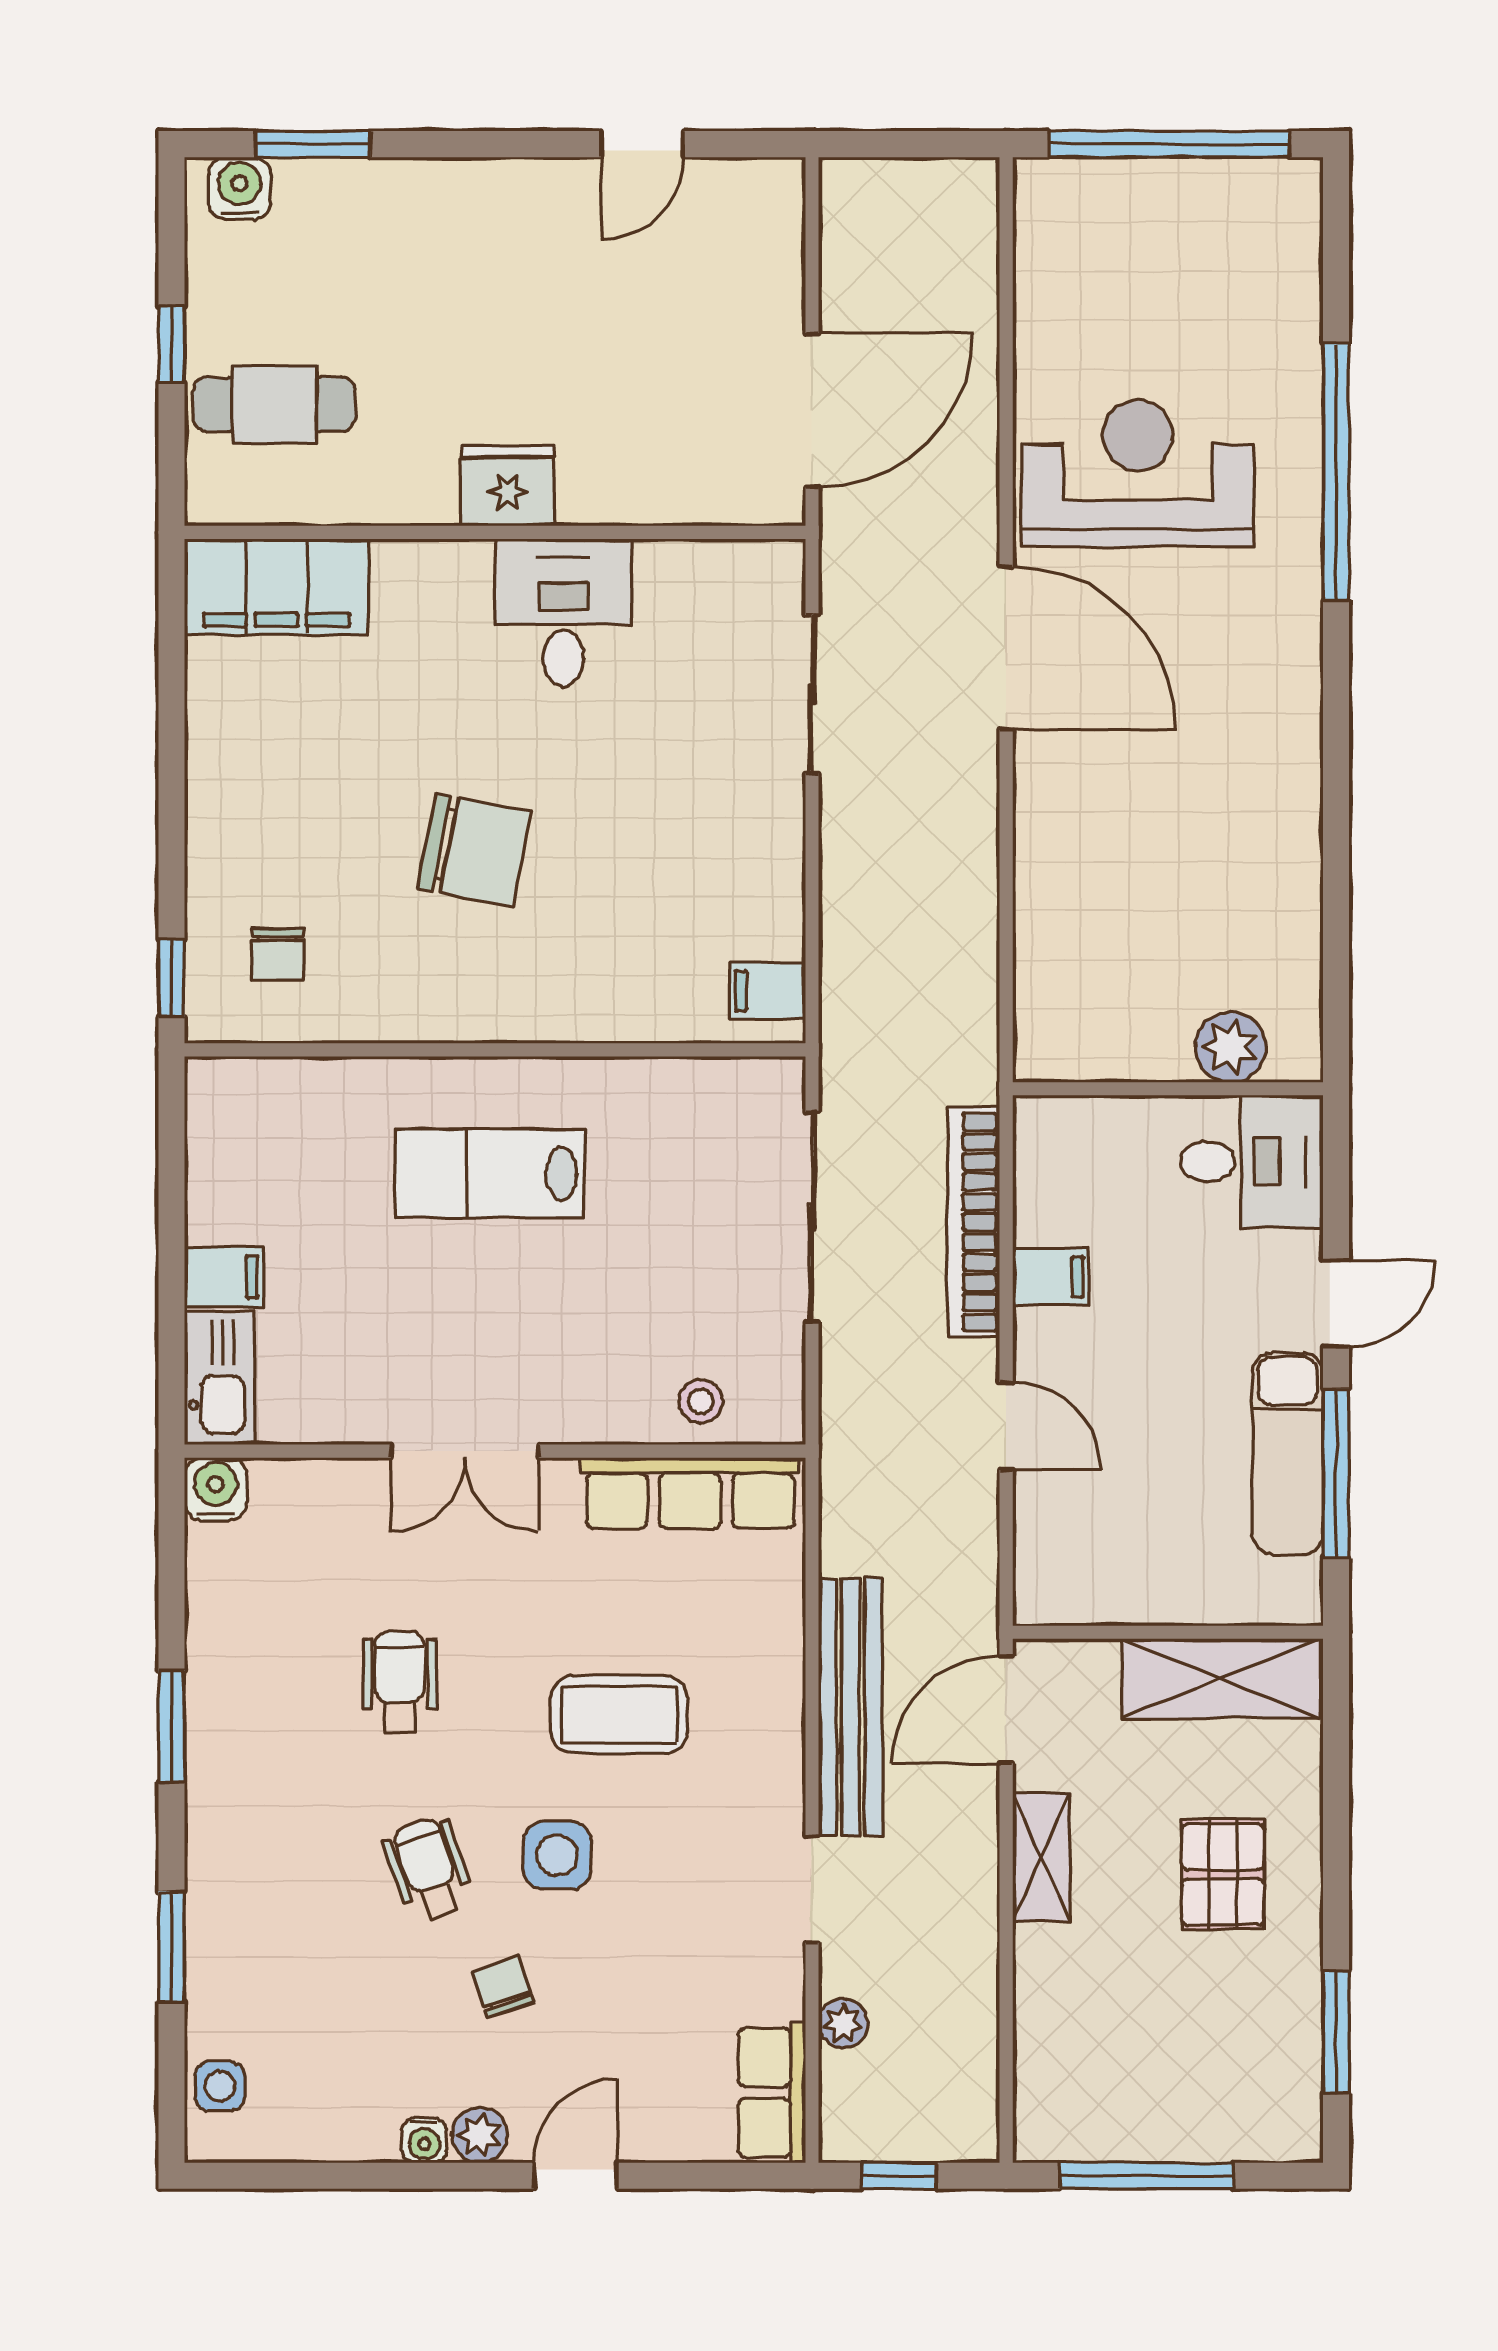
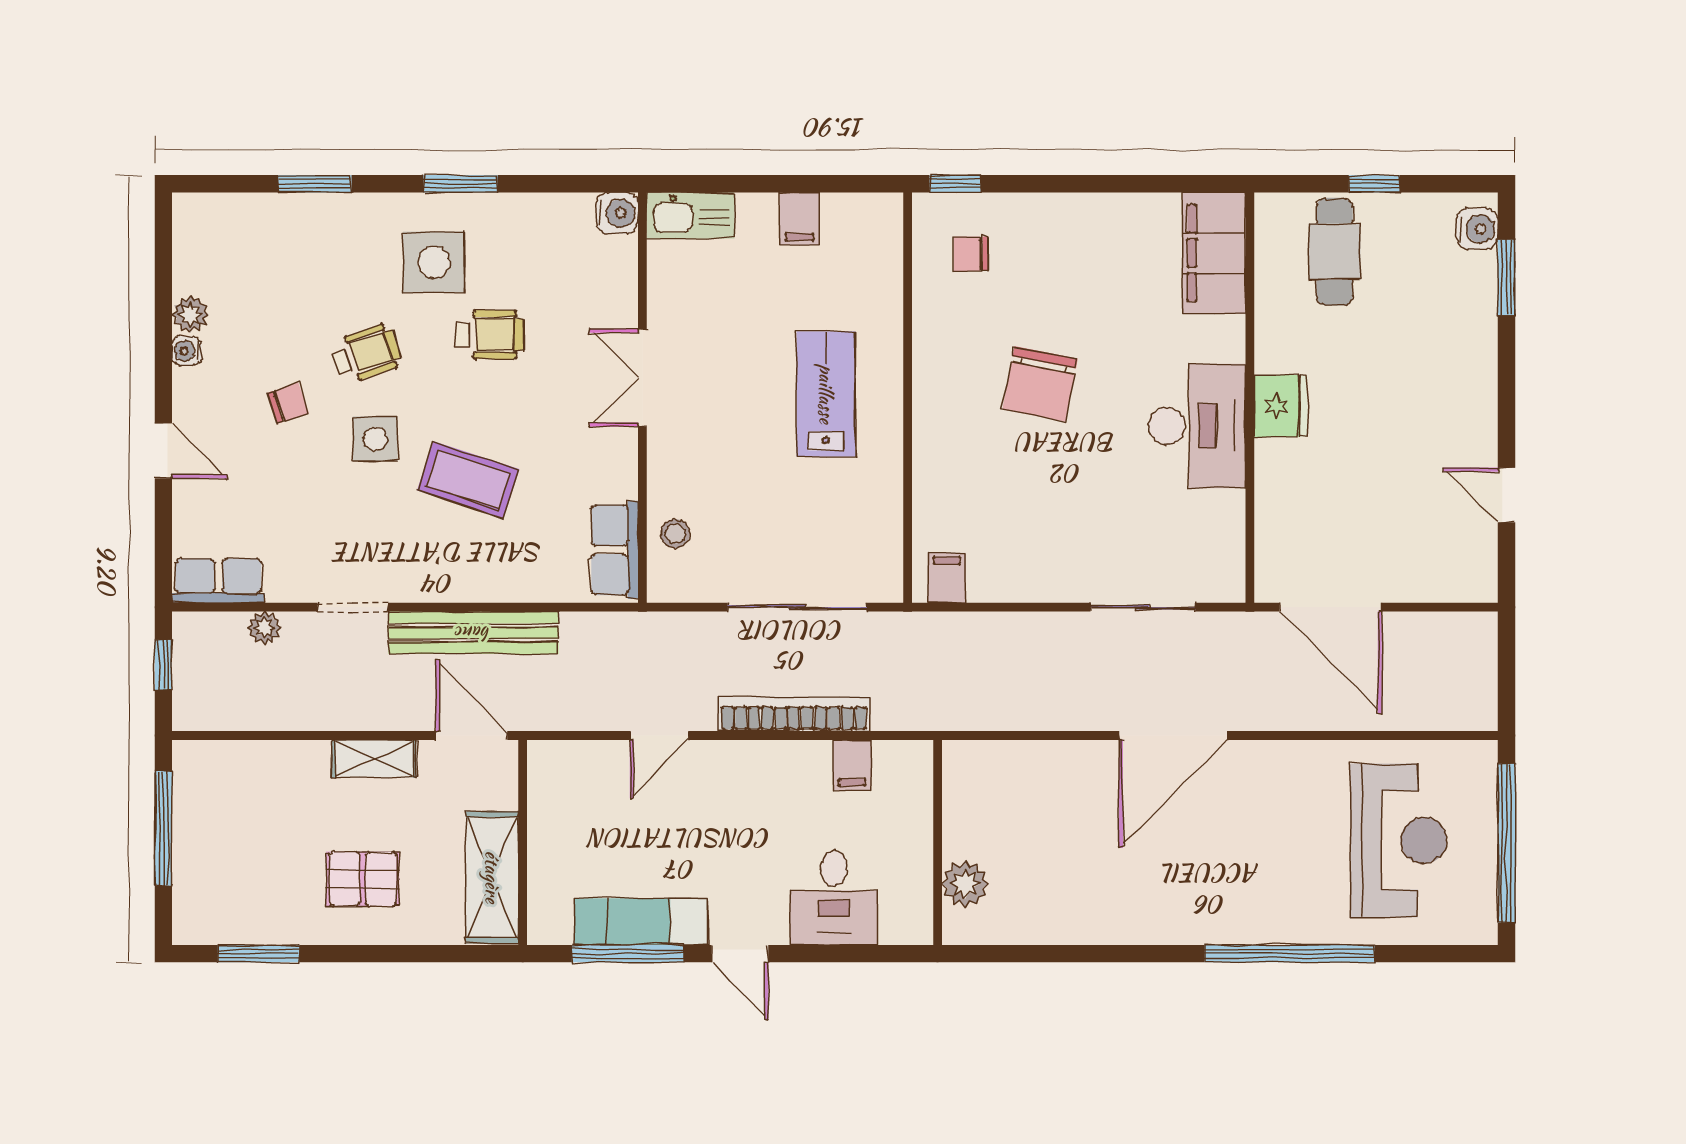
reception desk: (1138, 473) -> (1399, 840), moved
desk: (563, 613) -> (1197, 426), width x1.37
plant: (1231, 1047) -> (965, 884), moved
wall: (1168, 1089) -> (938, 842), moved
filing cabinet: (224, 1277) -> (800, 219), moved
filing cabinet: (1051, 1277) -> (852, 765), moved
row of seats: (690, 1493) -> (615, 550), width x0.68
coffee table: (619, 1715) -> (468, 480), turned -72
side table: (220, 2086) -> (434, 262), moved, width x1.87, depth x1.87
plant: (480, 2135) -> (190, 314), moved

